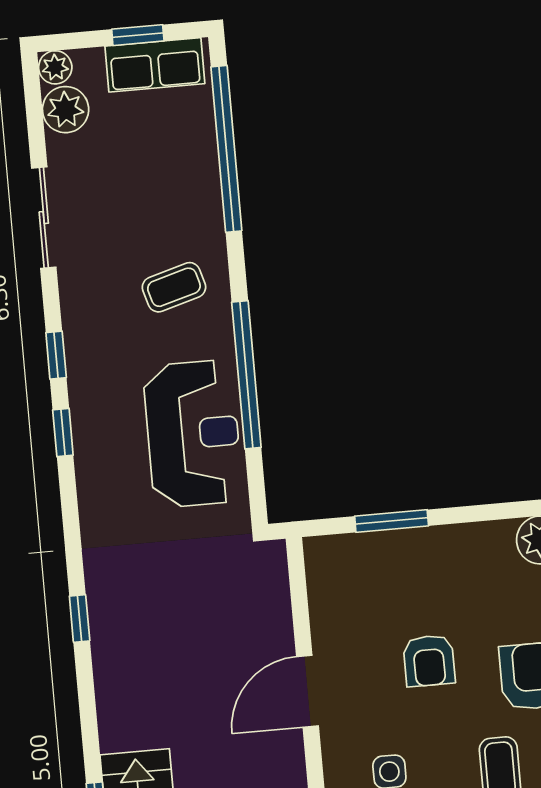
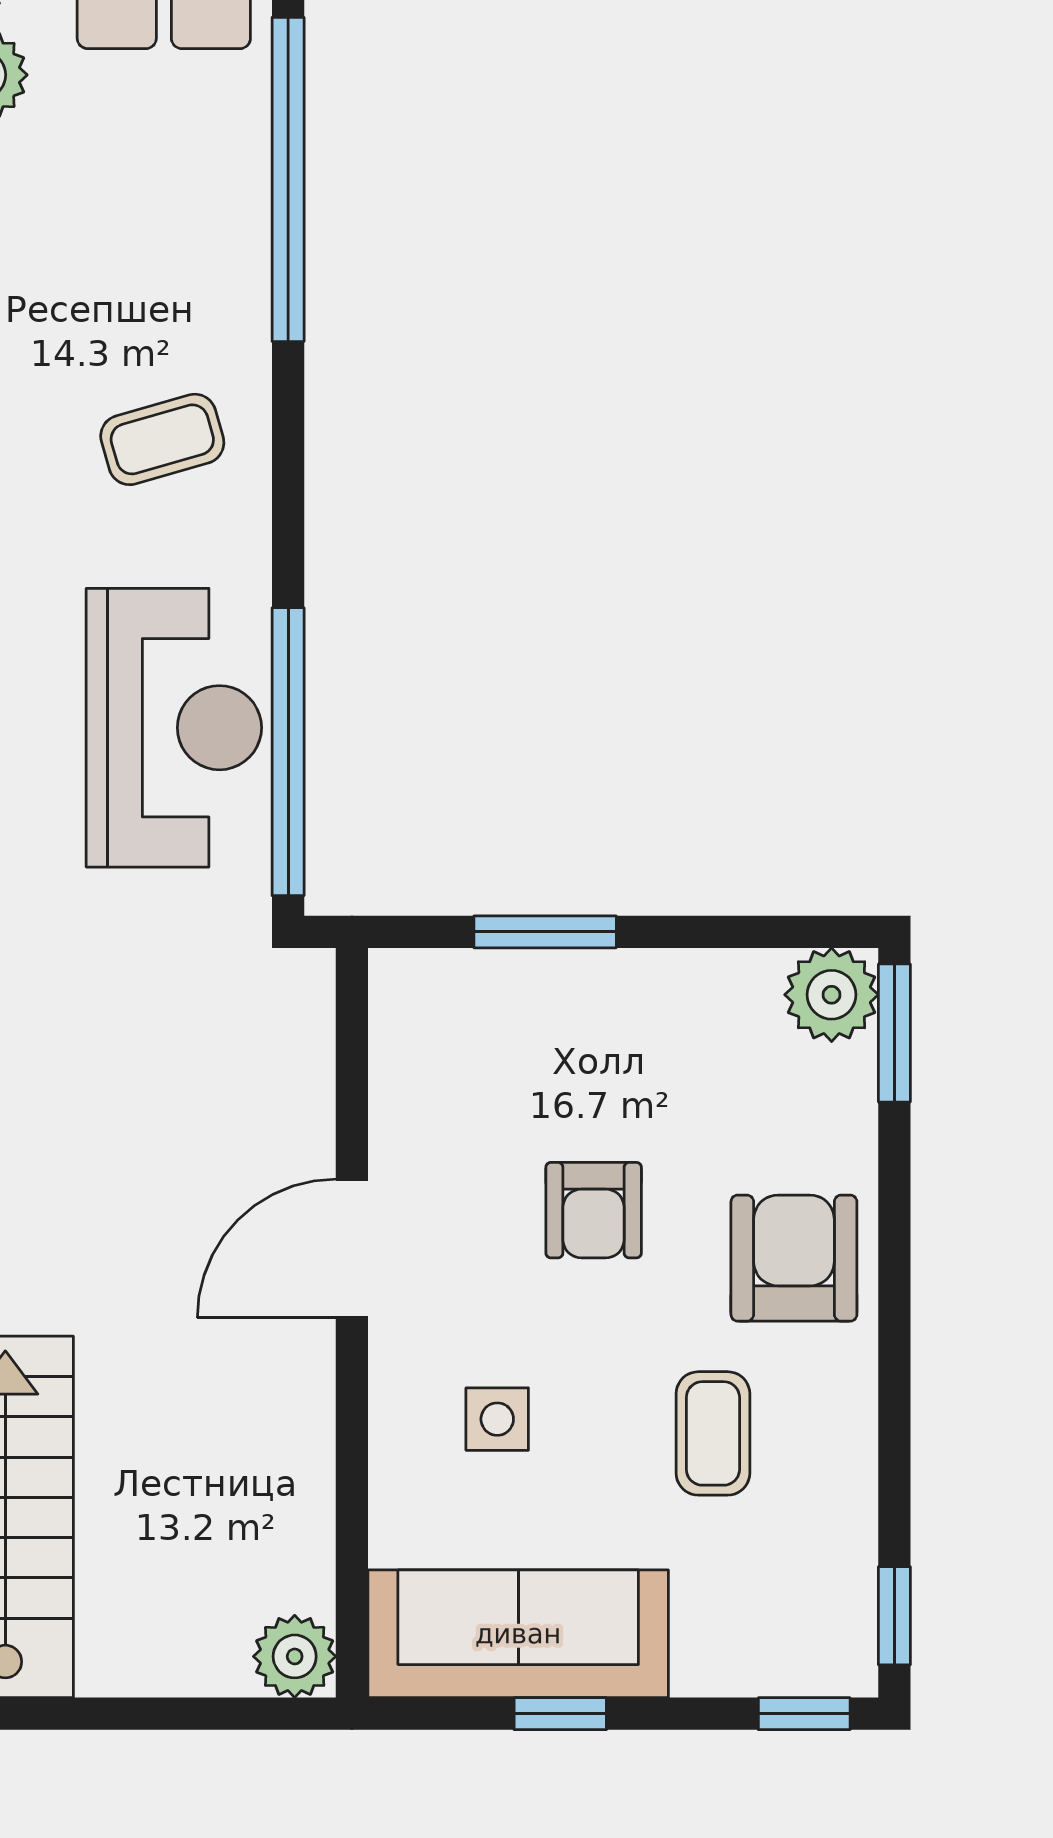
window: (246, 375) -> (288, 752), moved

